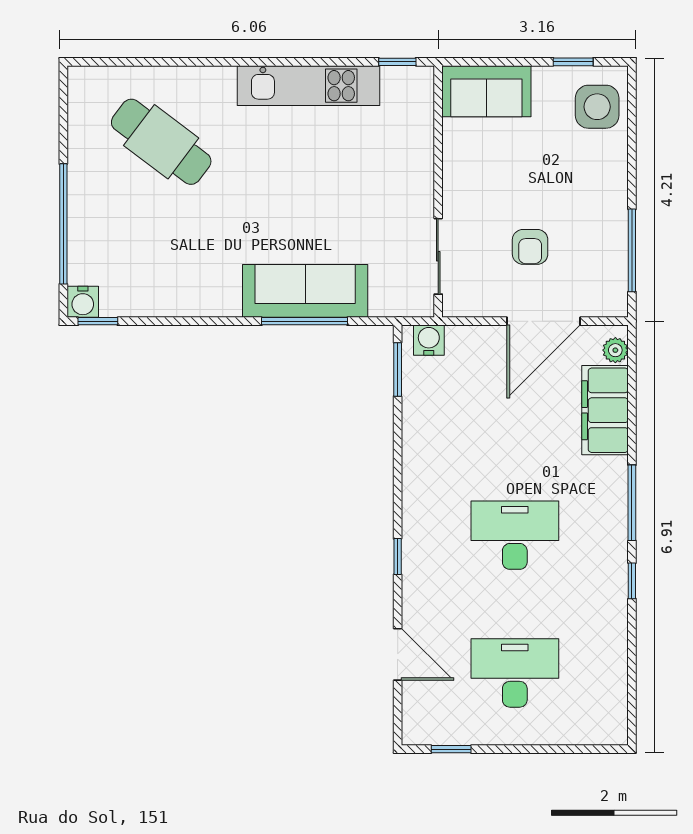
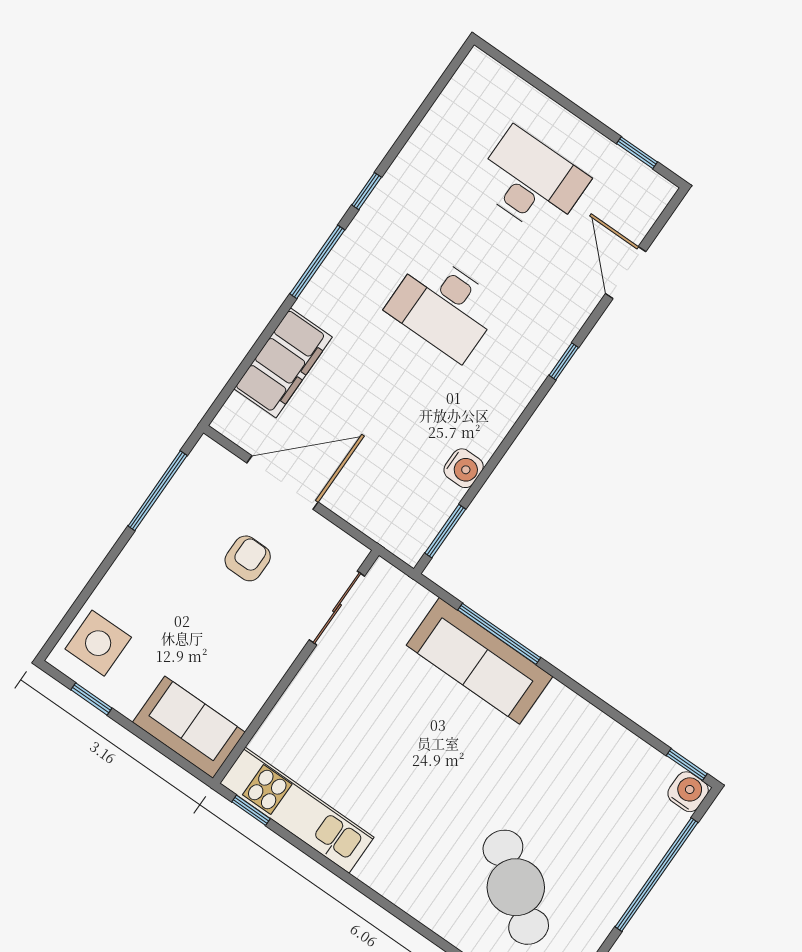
kitchen unit: (308, 86) -> (297, 810), moved
water cooler: (429, 340) -> (464, 468), moved, turned -90
plant: (615, 350) -> (236, 411), removed
desk: (515, 673) -> (531, 182), turned 180

